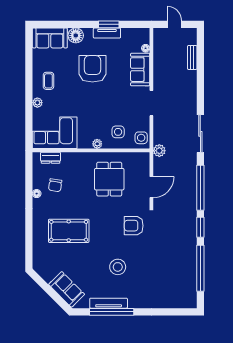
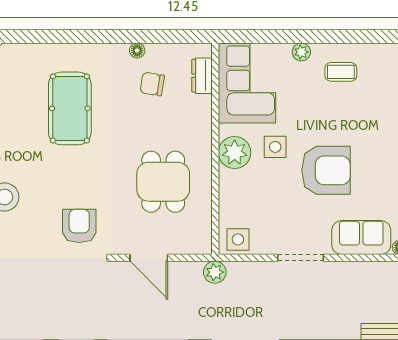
armchair: (92, 69) -> (326, 170), moved
side table: (118, 132) -> (275, 147), moved
plant: (97, 144) -> (235, 152), width x1.88, depth x1.88
dining table: (109, 179) -> (163, 182), turned 90

